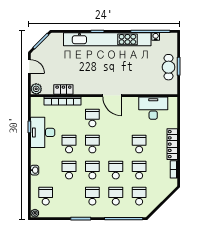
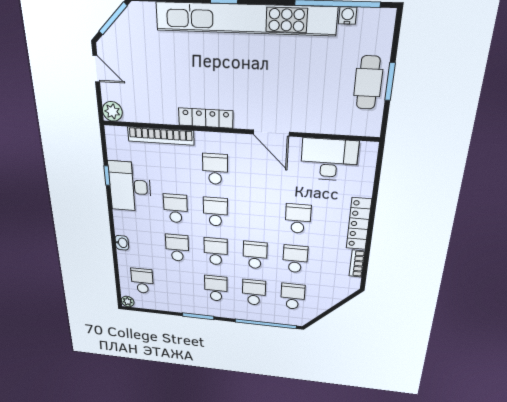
locker: (63, 90) -> (206, 118), moved, width x1.53
door: (112, 96) -> (271, 133), moved

